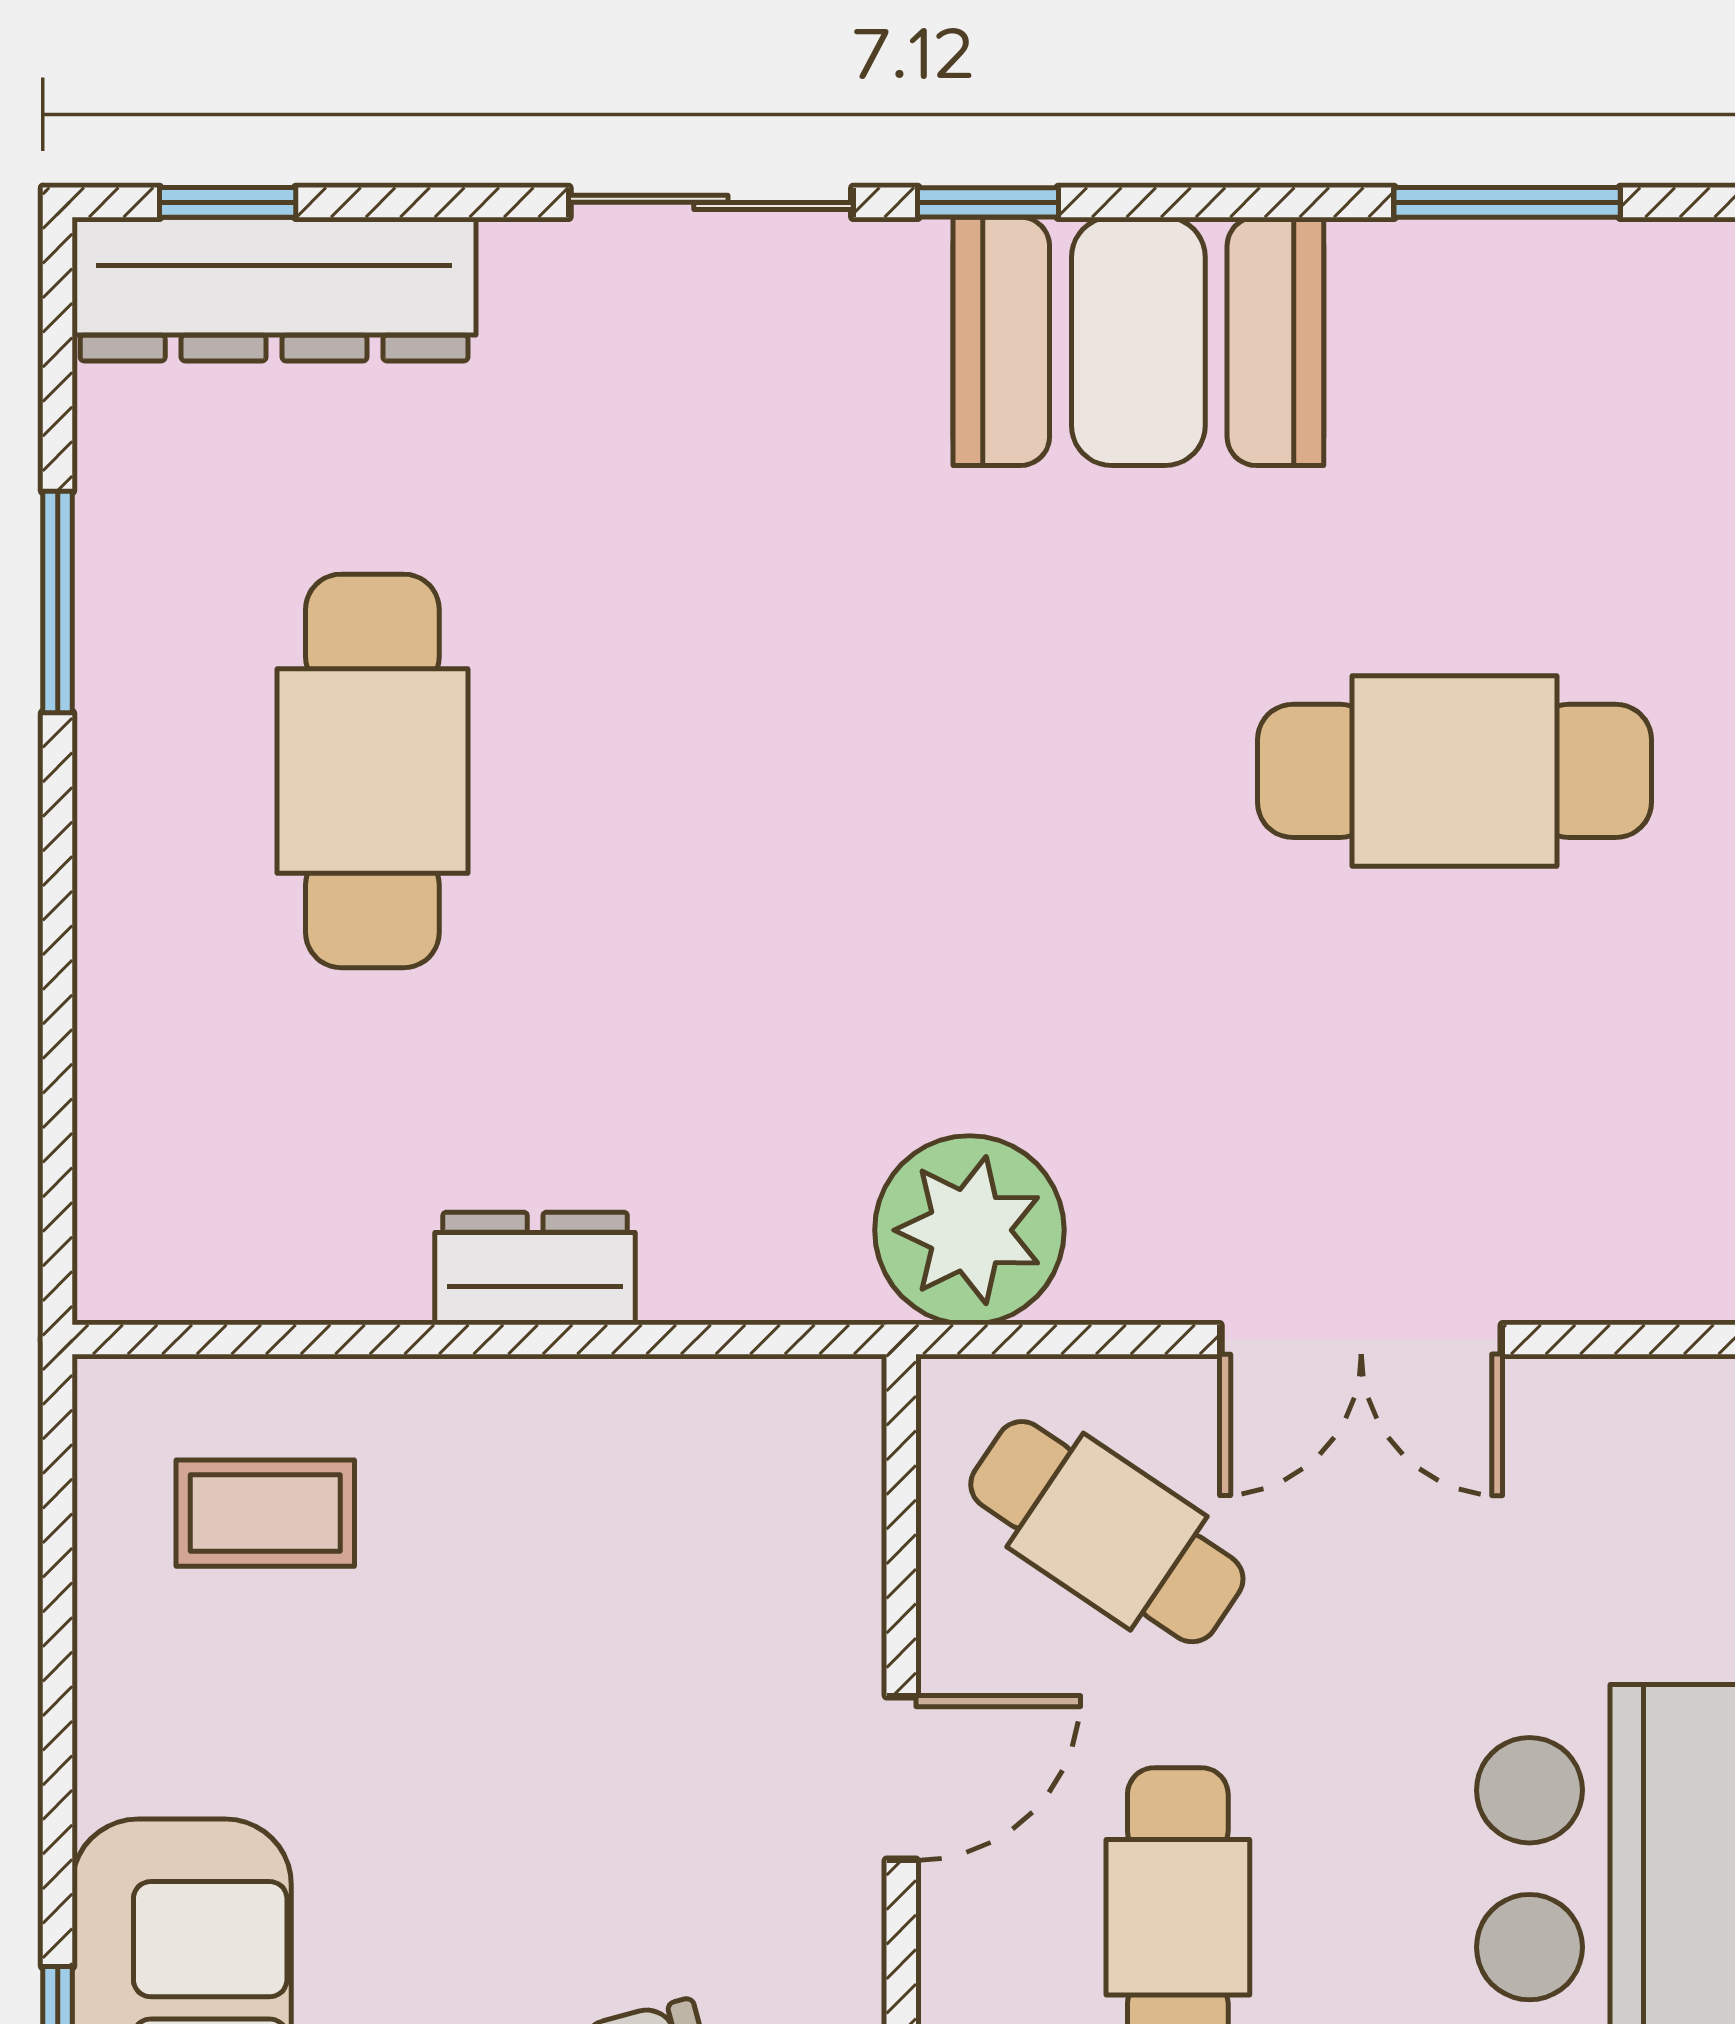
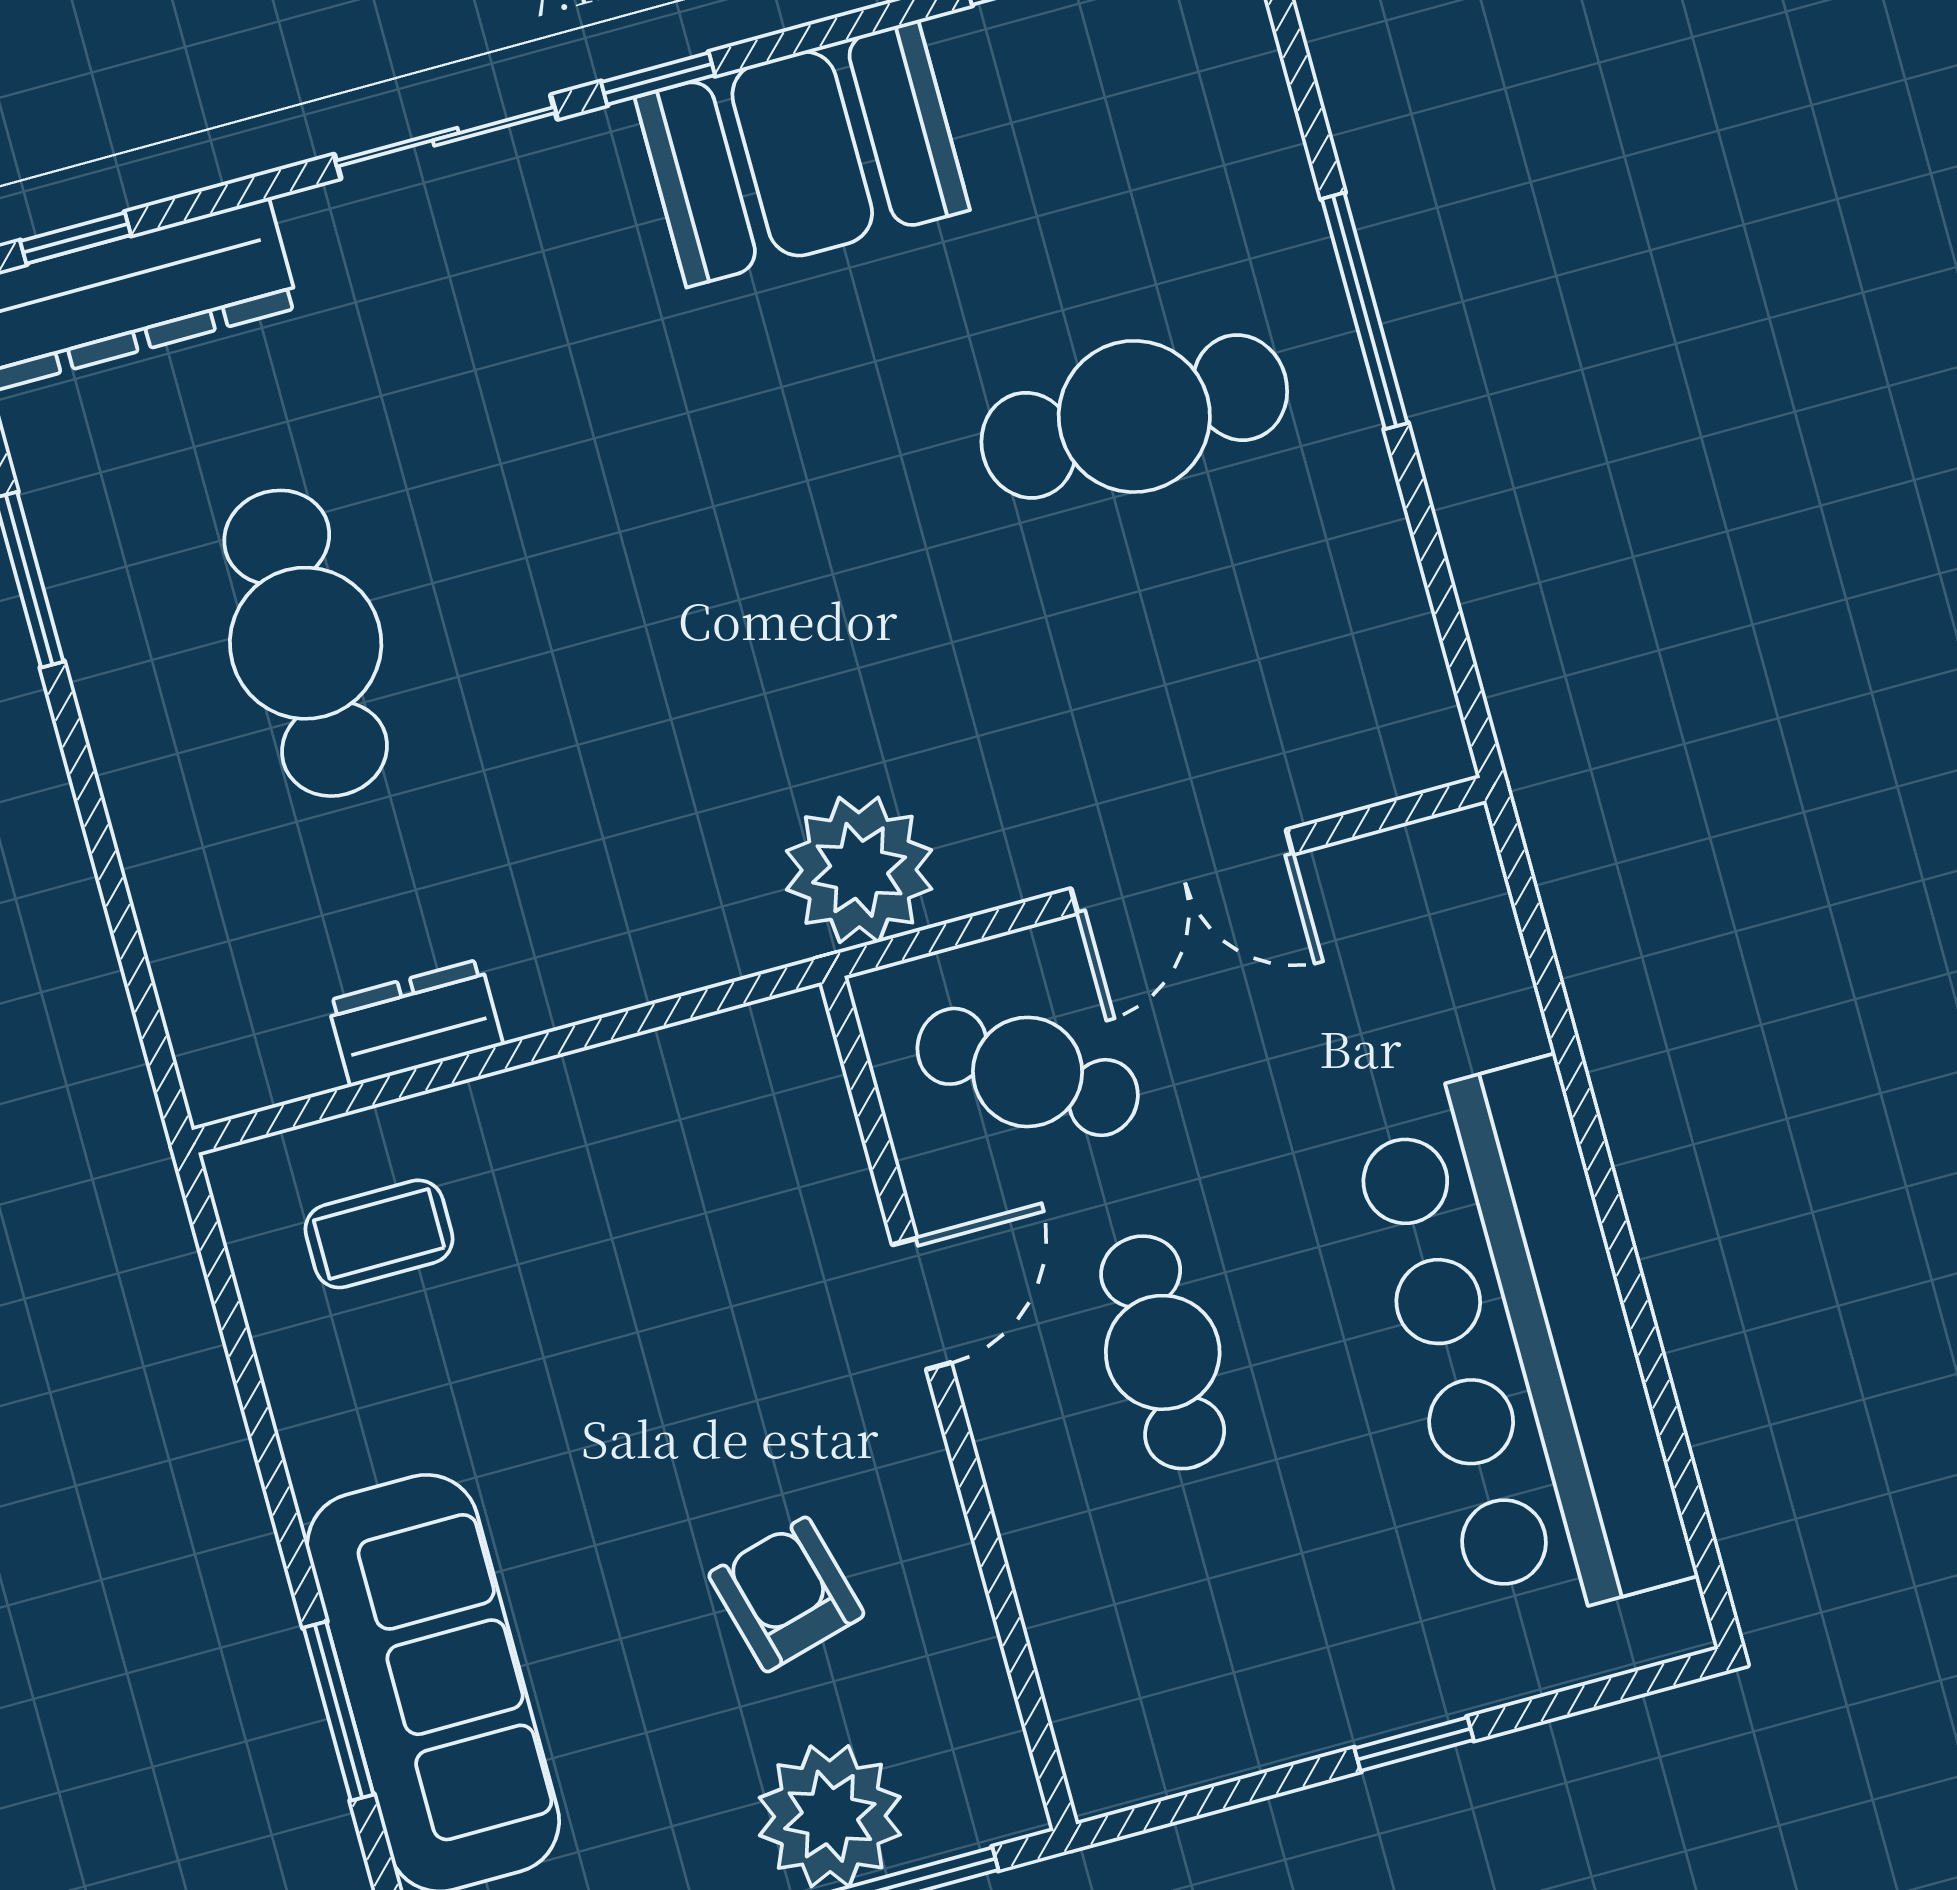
dresser: (535, 1269) -> (415, 1023), moved

